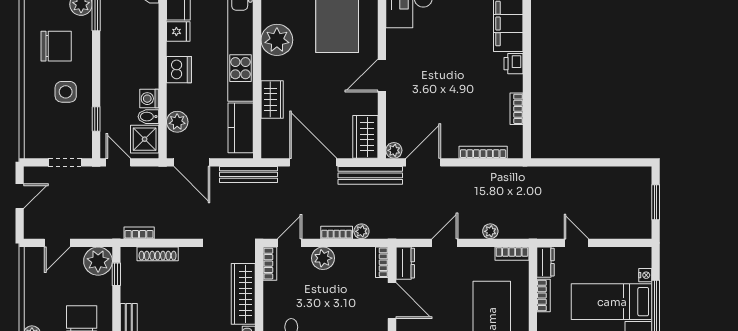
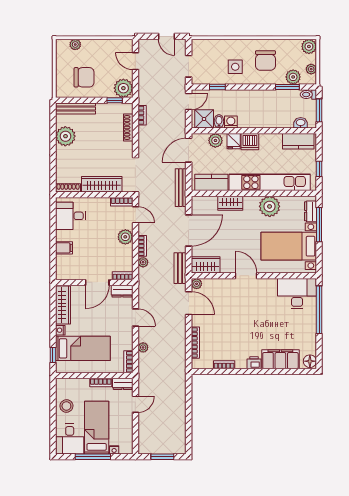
fridge: (178, 31) -> (234, 141), moved
bench: (370, 175) -> (180, 268), width x0.73

